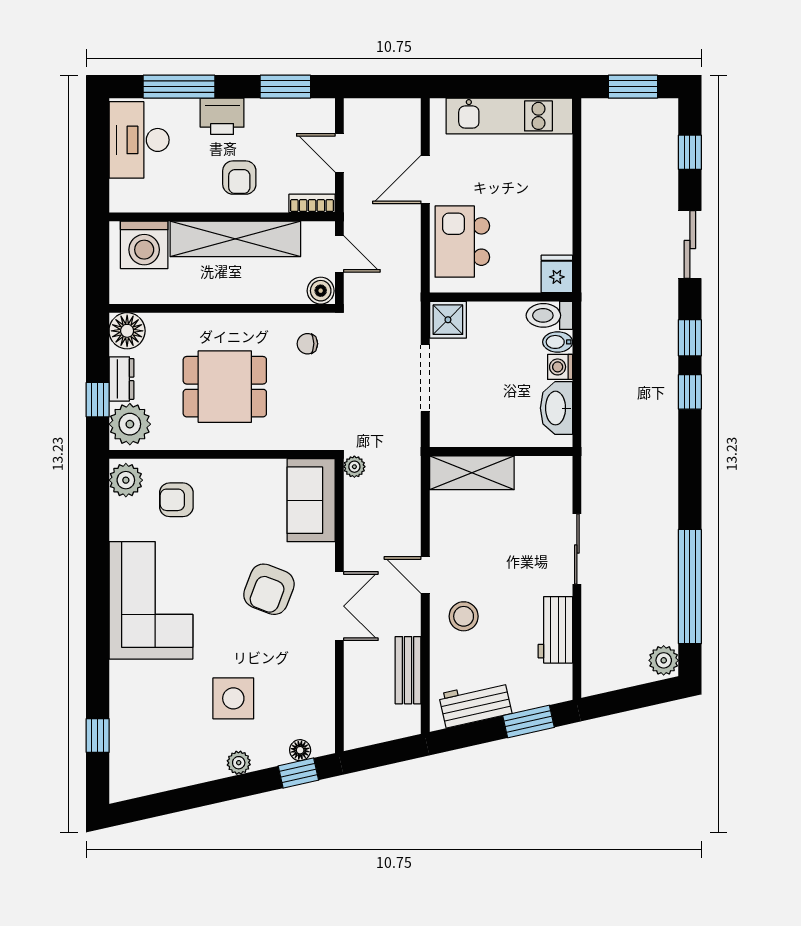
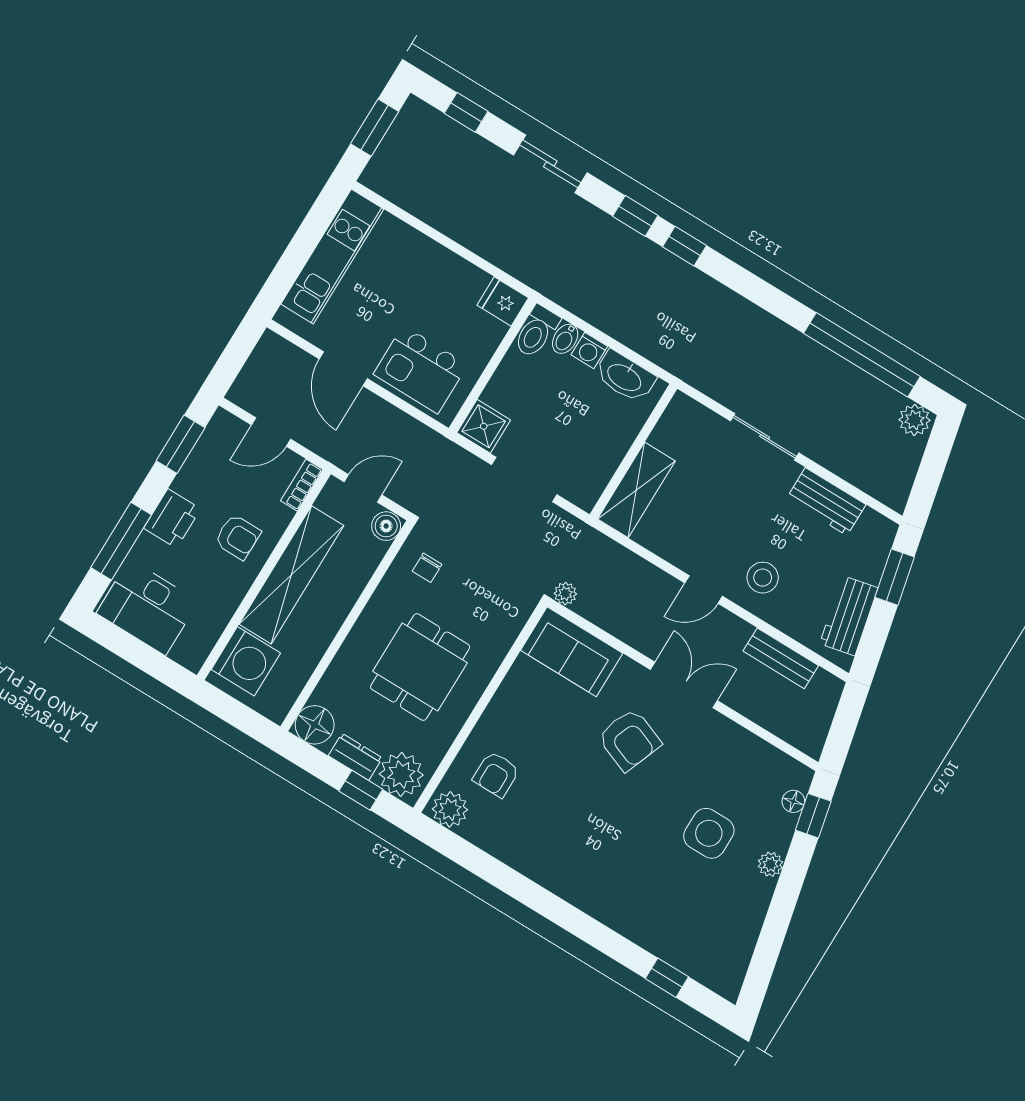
corner sofa: (151, 600) -> (574, 854), removed

